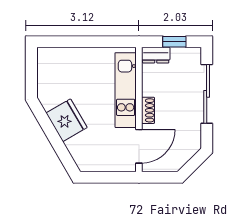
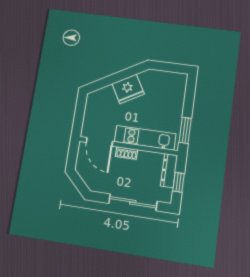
window: (109, 42) -> (185, 130), added
dresser: (156, 55) -> (169, 171), width x1.44

